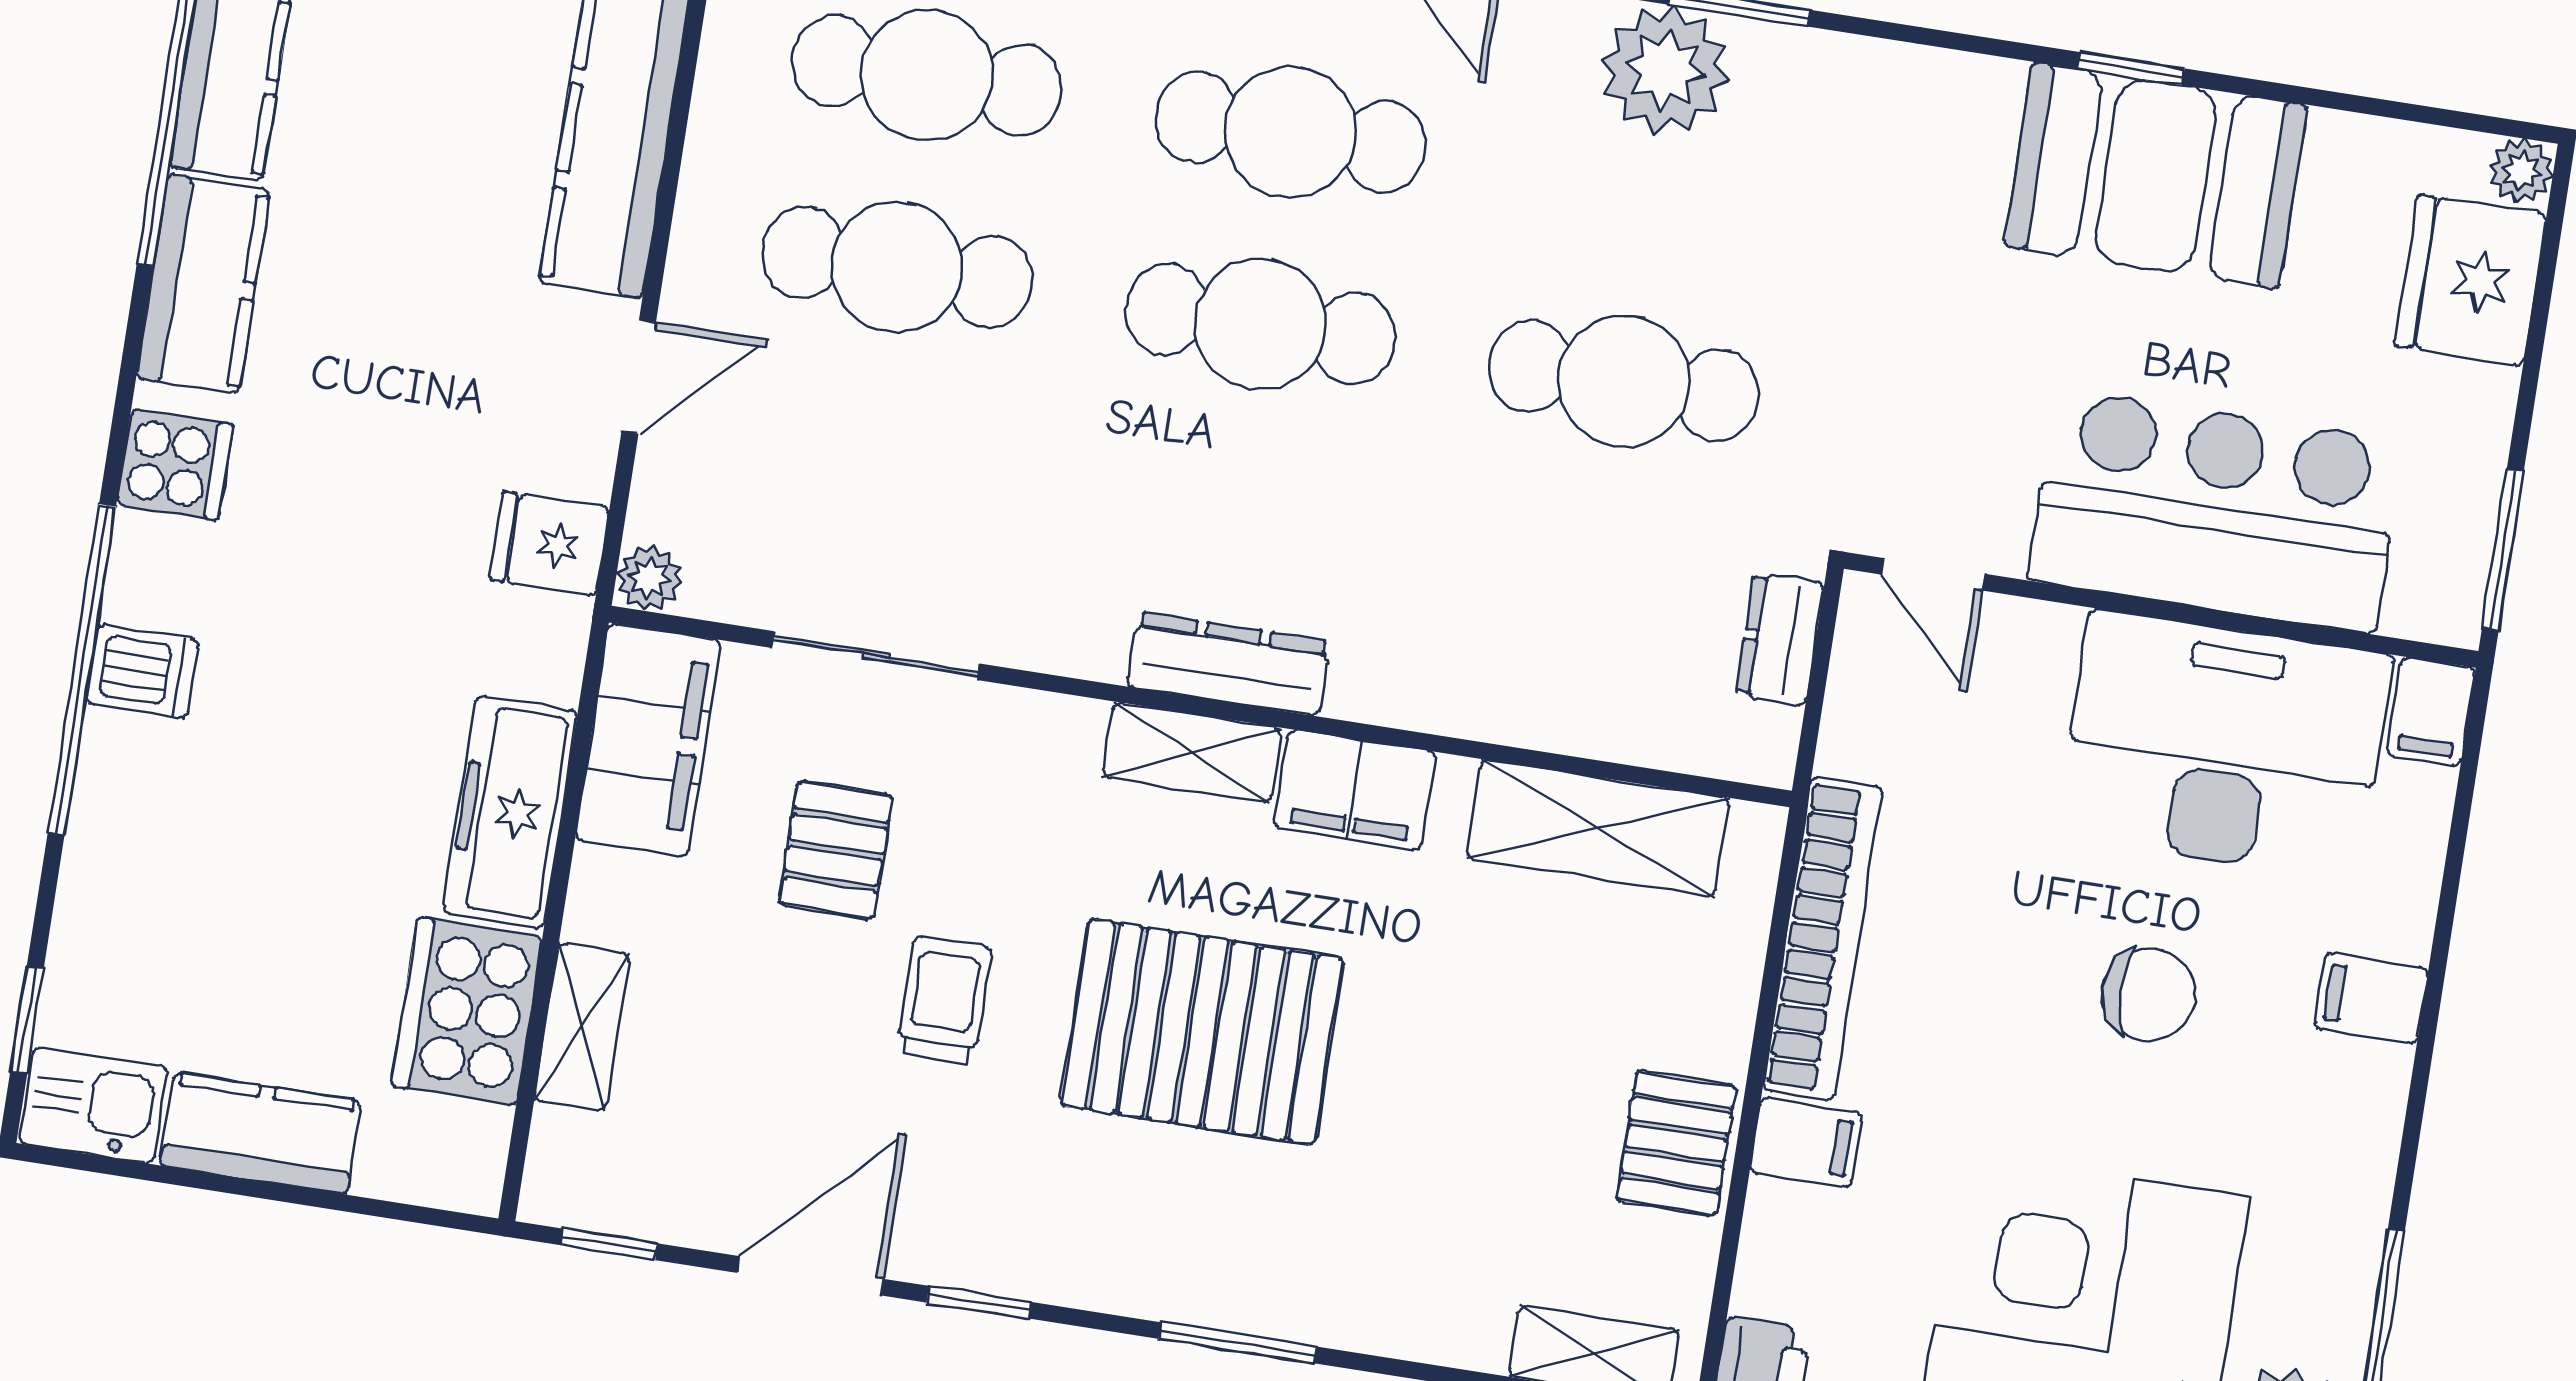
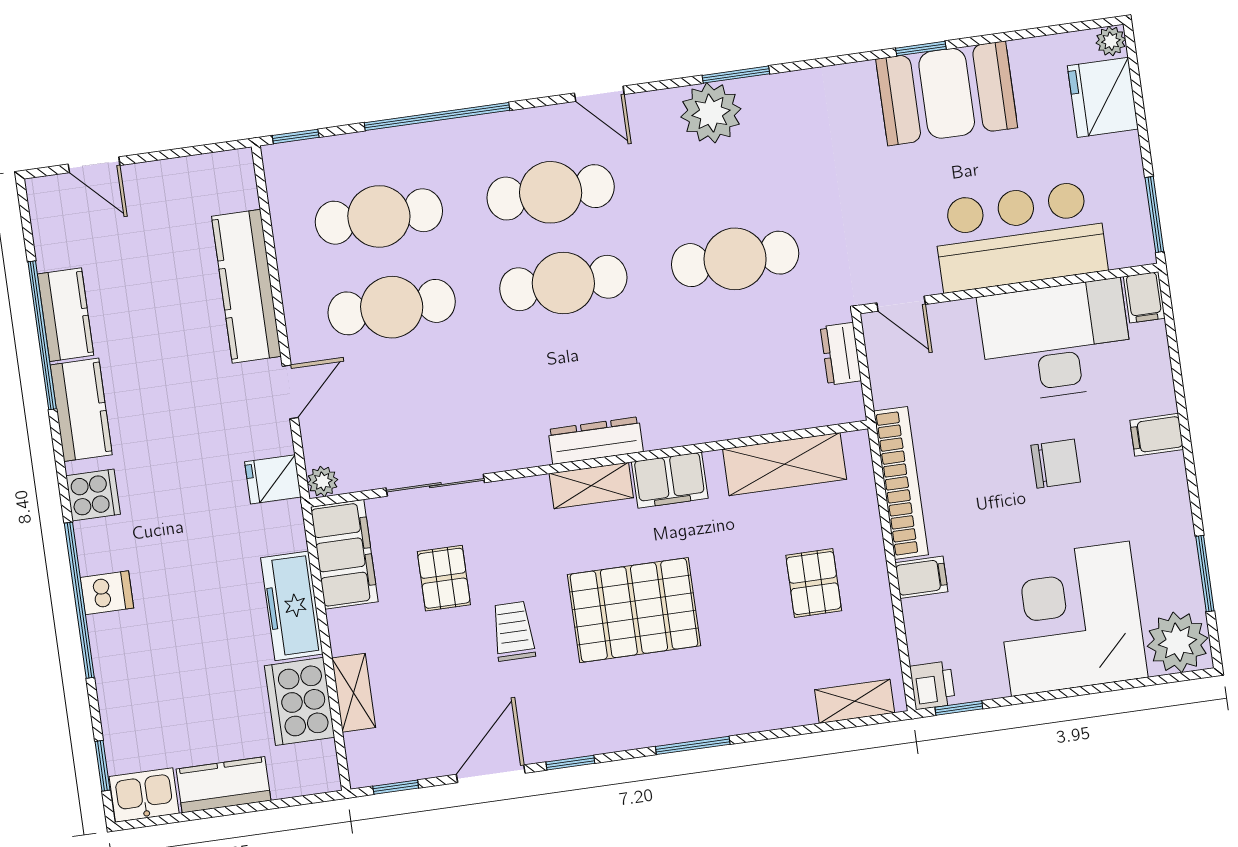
pallet: (1676, 1143) -> (814, 583), moved

